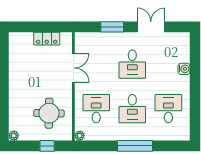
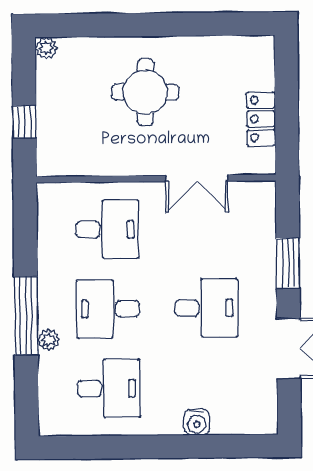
desk: (132, 64) -> (206, 308), turned 180
round table: (49, 113) -> (145, 92), moved
plant: (80, 136) -> (49, 340), moved

